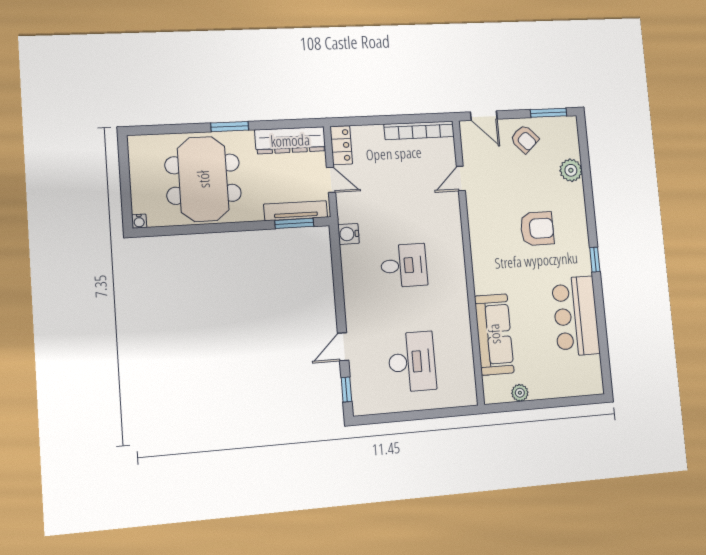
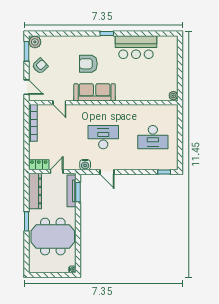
door: (484, 116) -> (26, 87), hinge flipped
plant: (571, 170) -> (35, 42), moved
armchair: (537, 229) -> (88, 64), turned -90
desk: (404, 266) -> (103, 137), width x1.37
sofa: (494, 334) -> (95, 92), moved
door: (343, 347) -> (107, 172), moved
desk: (412, 362) -> (153, 137), turned 180
plant: (520, 393) -> (173, 96), moved

